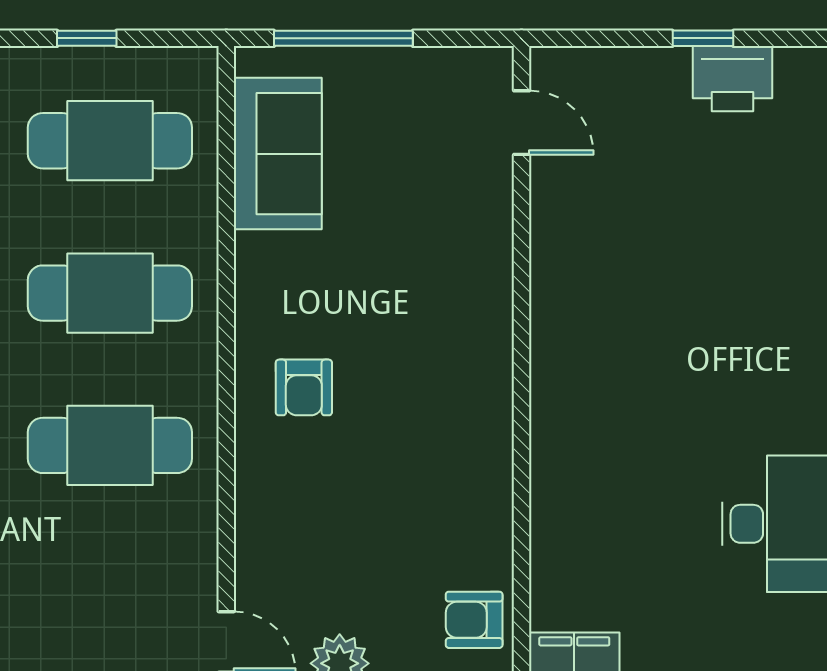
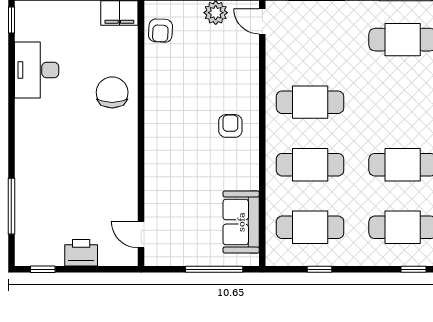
window: (703, 38) -> (43, 269), moved
printer: (733, 79) -> (81, 253), moved
chair: (592, 469) -> (112, 92), added
armchair: (474, 620) -> (160, 31), turned 93

